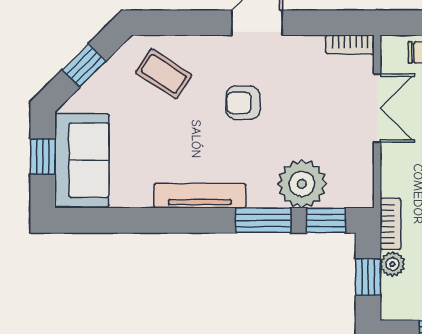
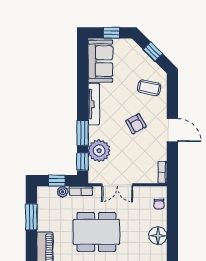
coffee table: (164, 74) -> (149, 88), turned 69
armchair: (243, 103) -> (136, 124), turned 151
double door: (377, 108) -> (117, 185), moved
sofa: (82, 160) -> (100, 61), moved, turned -90

